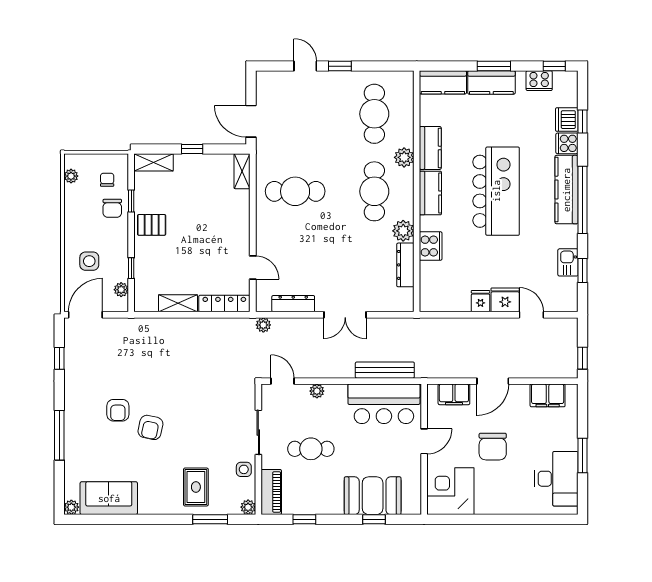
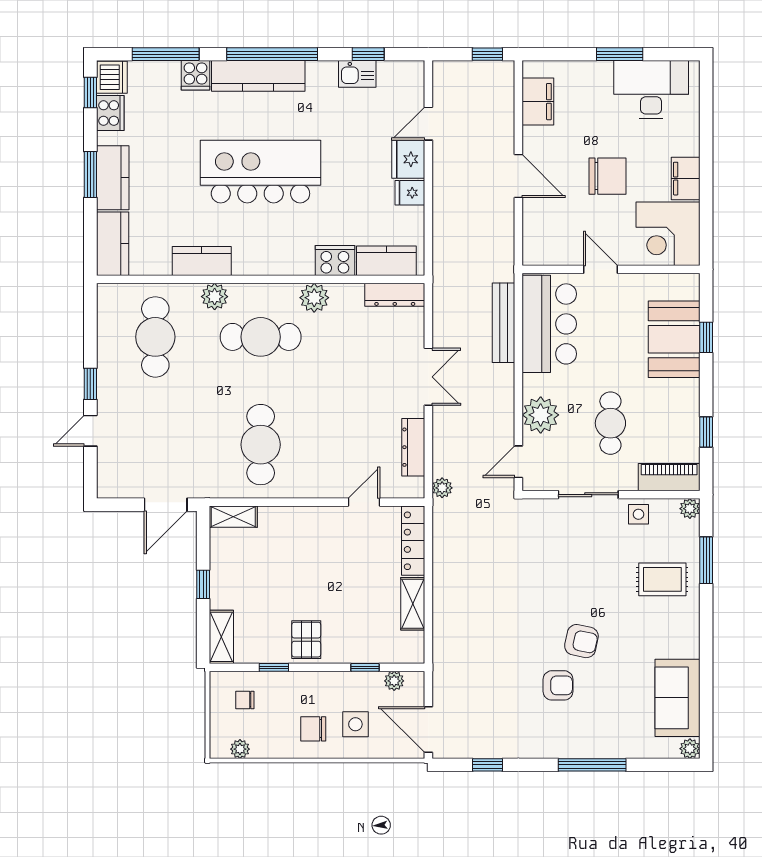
cafe table: (374, 114) -> (155, 337), turned 90
dishwasher: (567, 120) -> (112, 77), moved, turned -90
window: (582, 121) -> (166, 54), width x2.17
kitchen counter: (430, 193) -> (386, 261), moved
chair: (112, 208) -> (313, 729), moved, turned 180
dresser: (405, 265) -> (395, 295), moved
plant: (317, 391) -> (541, 415), width x1.88, depth x1.88
filing cabinet: (454, 394) -> (686, 179), moved, turned 180

